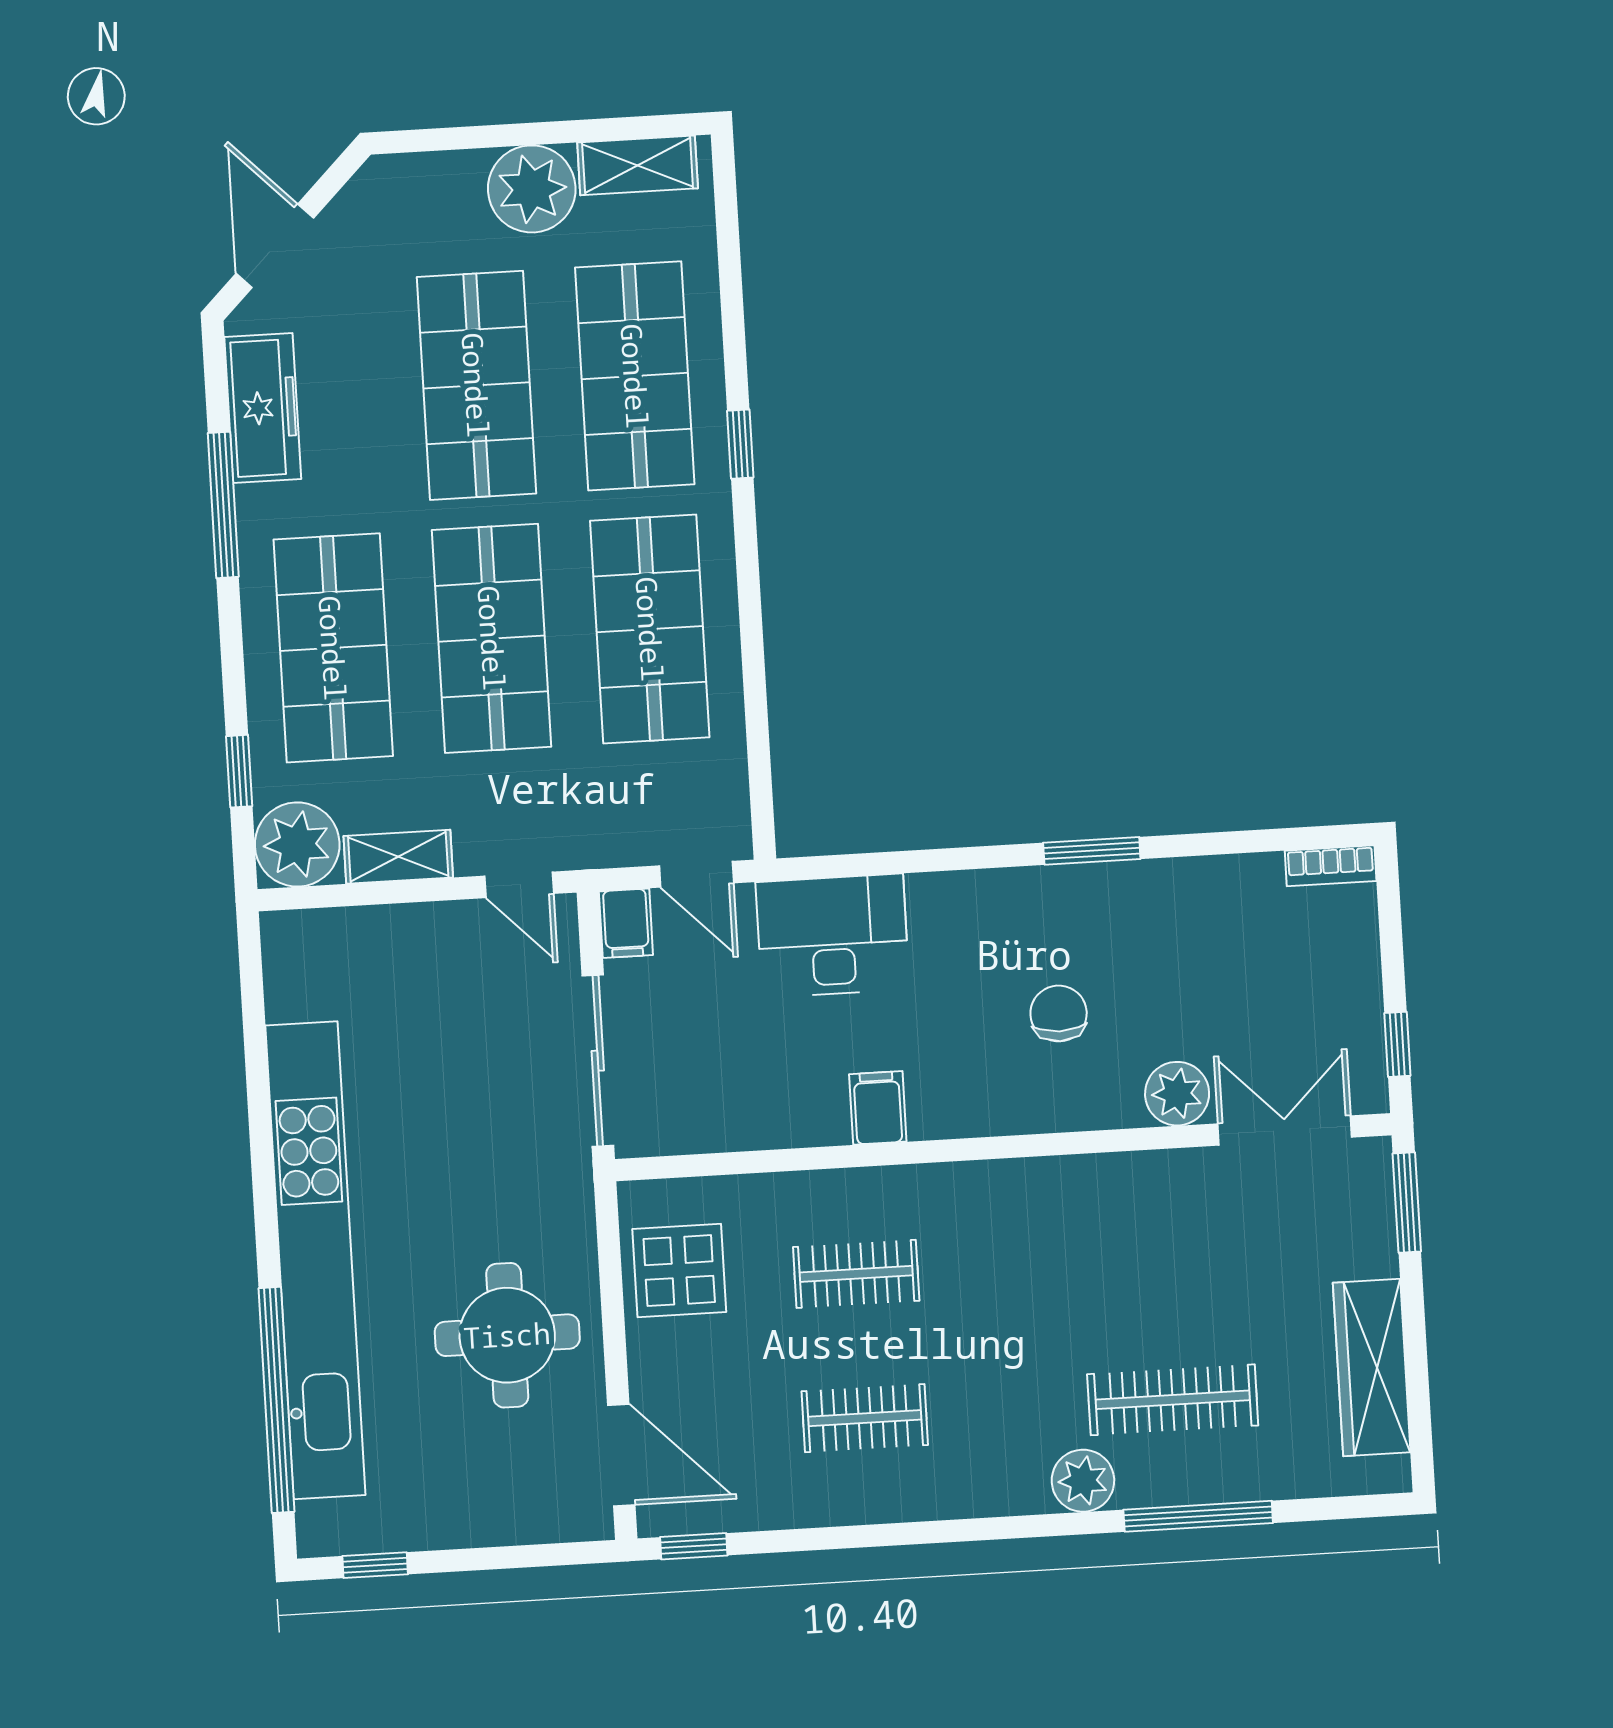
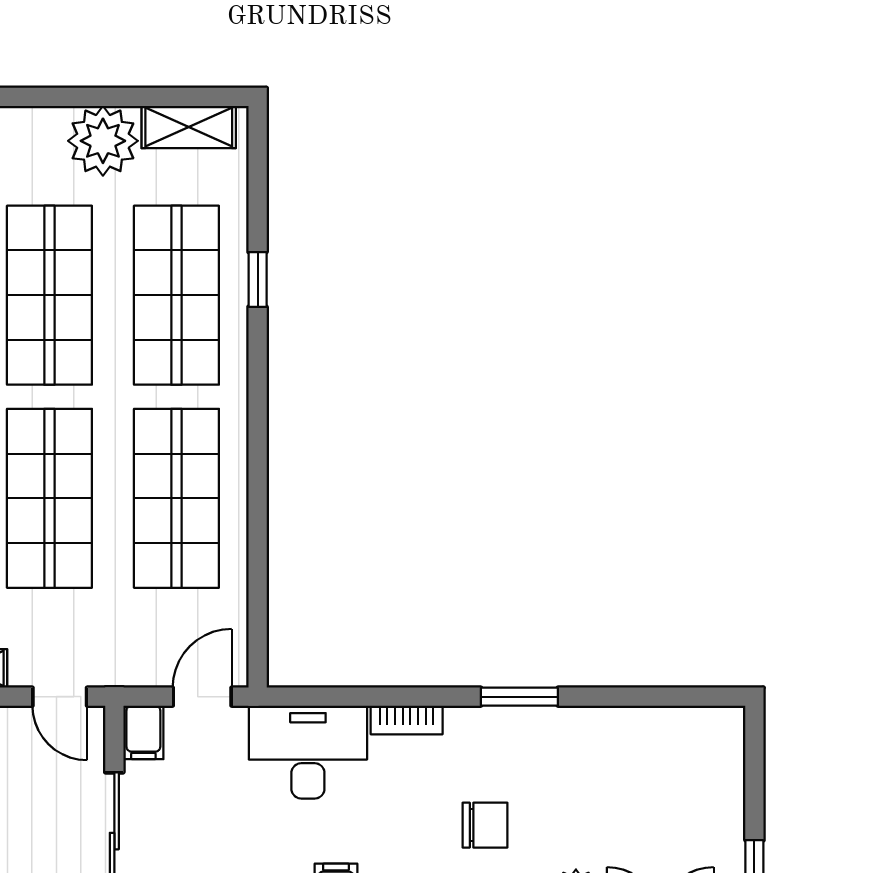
window: (740, 444) -> (258, 279), moved
bookcase: (1331, 866) -> (407, 720), moved
door: (696, 874) -> (202, 697), swing flipped
chair: (1059, 1013) -> (485, 825), turned 90

